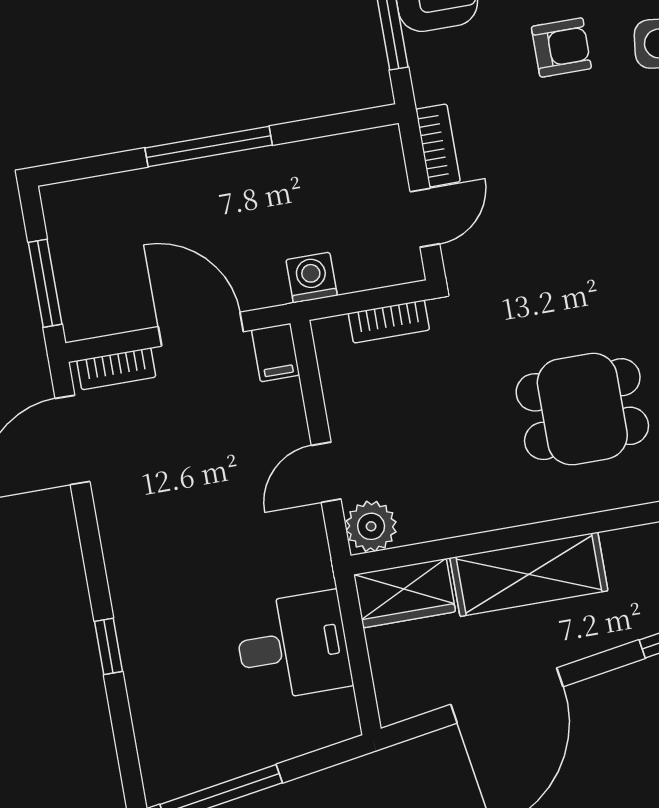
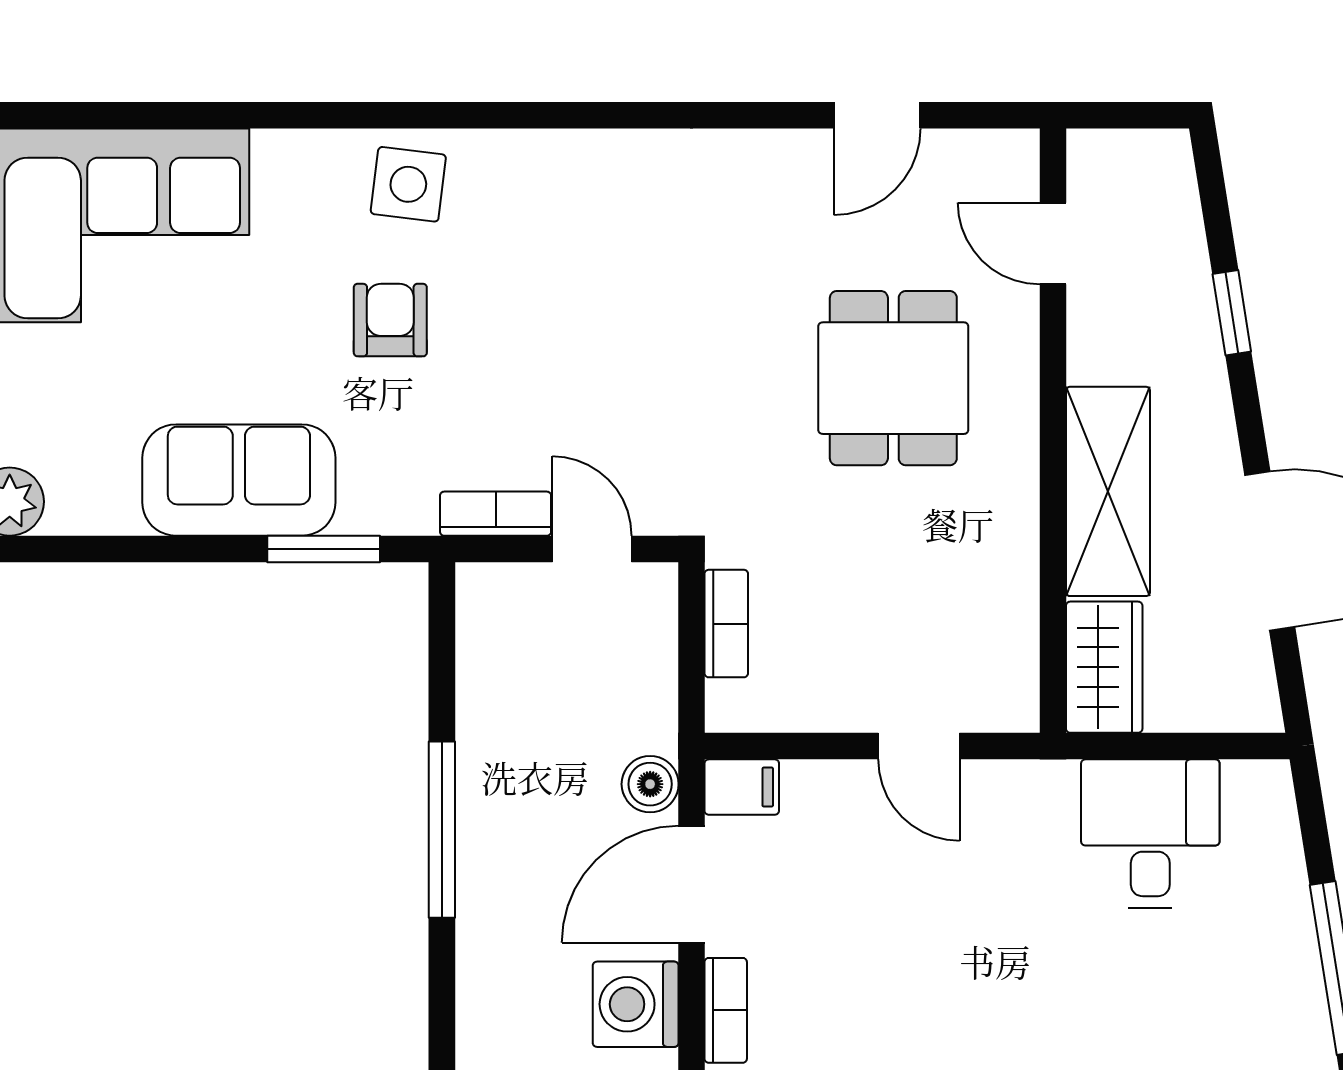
washing machine: (312, 278) -> (636, 1004), moved, width x1.38, depth x1.38
boiler: (266, 288) -> (650, 784), added
plant: (371, 526) -> (1004, 697), removed

